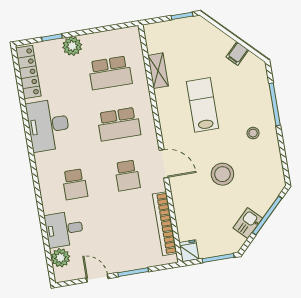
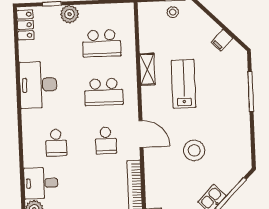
shelving: (158, 71) -> (147, 69), moved
locker: (28, 72) -> (25, 25), width x0.66
stool: (253, 133) -> (173, 12), moved

